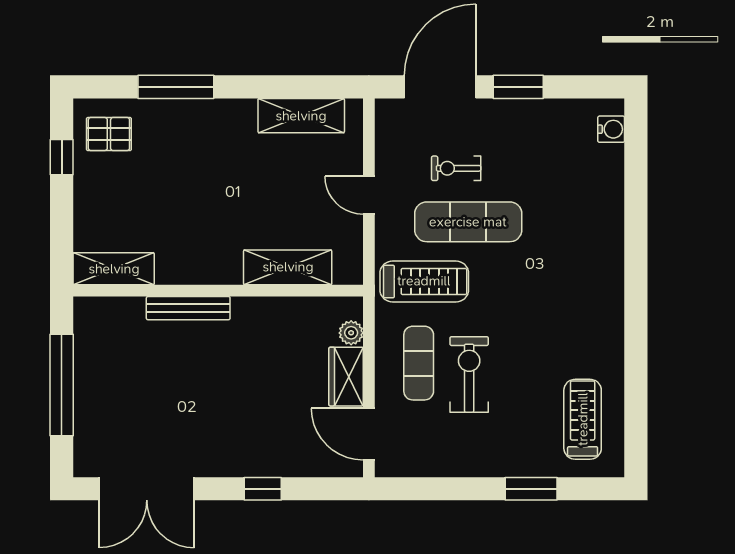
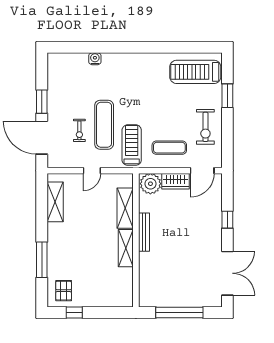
water cooler: (611, 129) -> (95, 59), moved
shelving: (114, 269) -> (126, 248), moved
bench: (188, 308) -> (144, 232), moved
plant: (351, 333) -> (150, 184), width x1.88, depth x1.88
exercise bike: (469, 374) -> (205, 127), moved, turned -90
treadmill: (583, 419) -> (195, 72), width x1.37, depth x1.38

